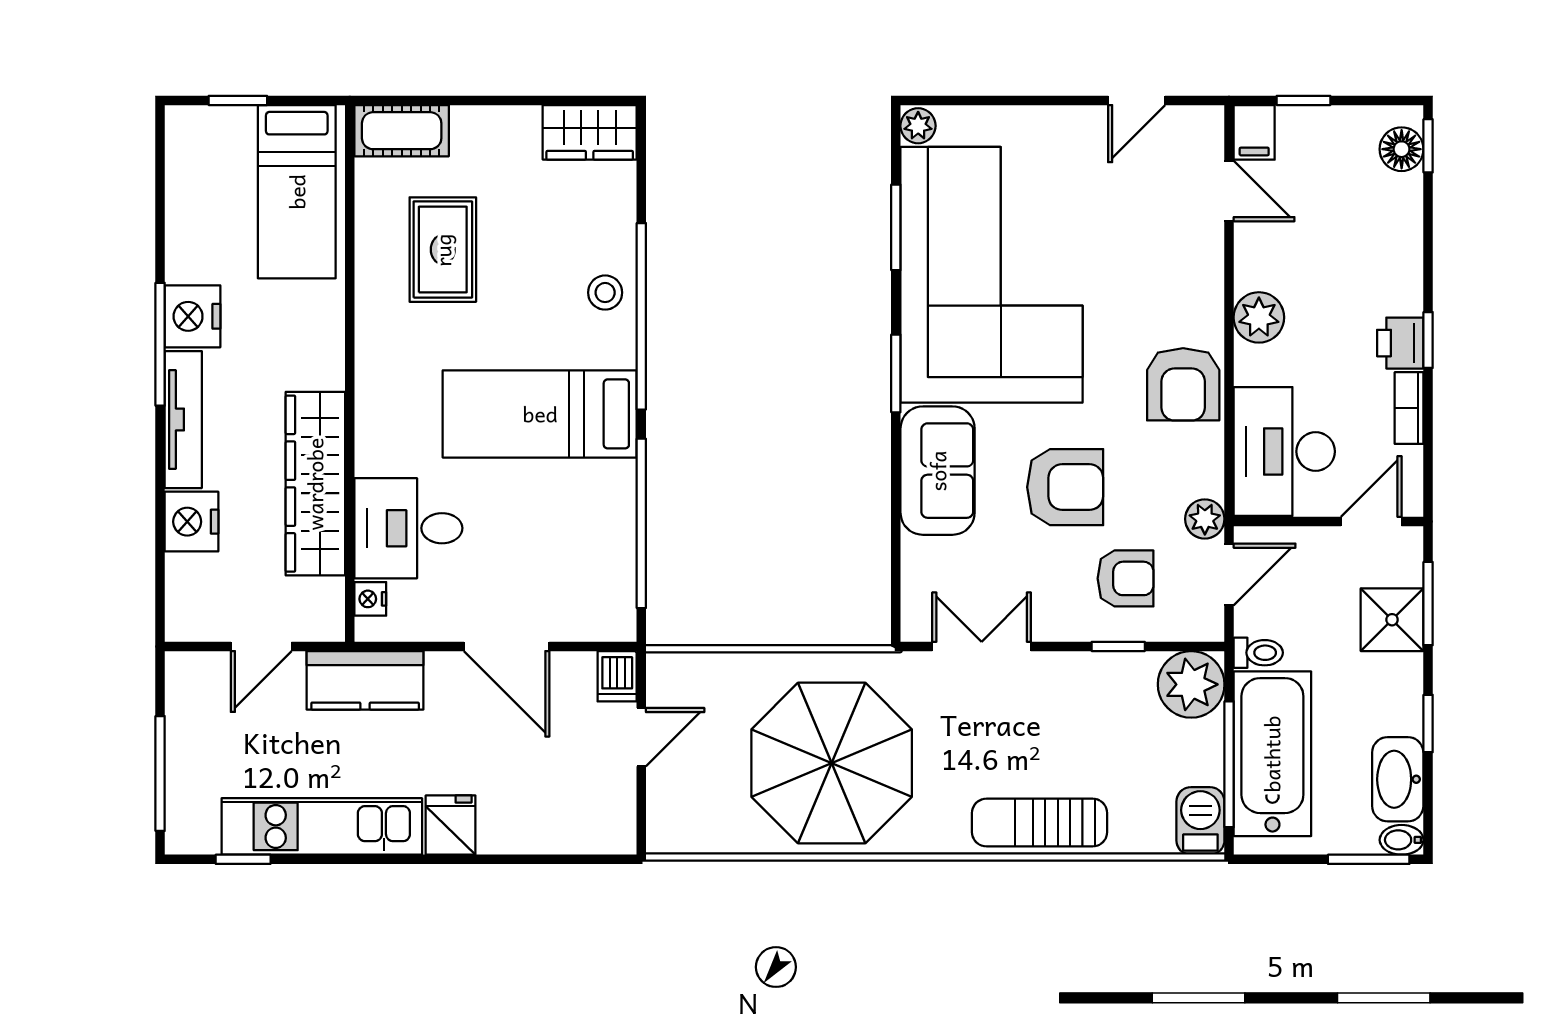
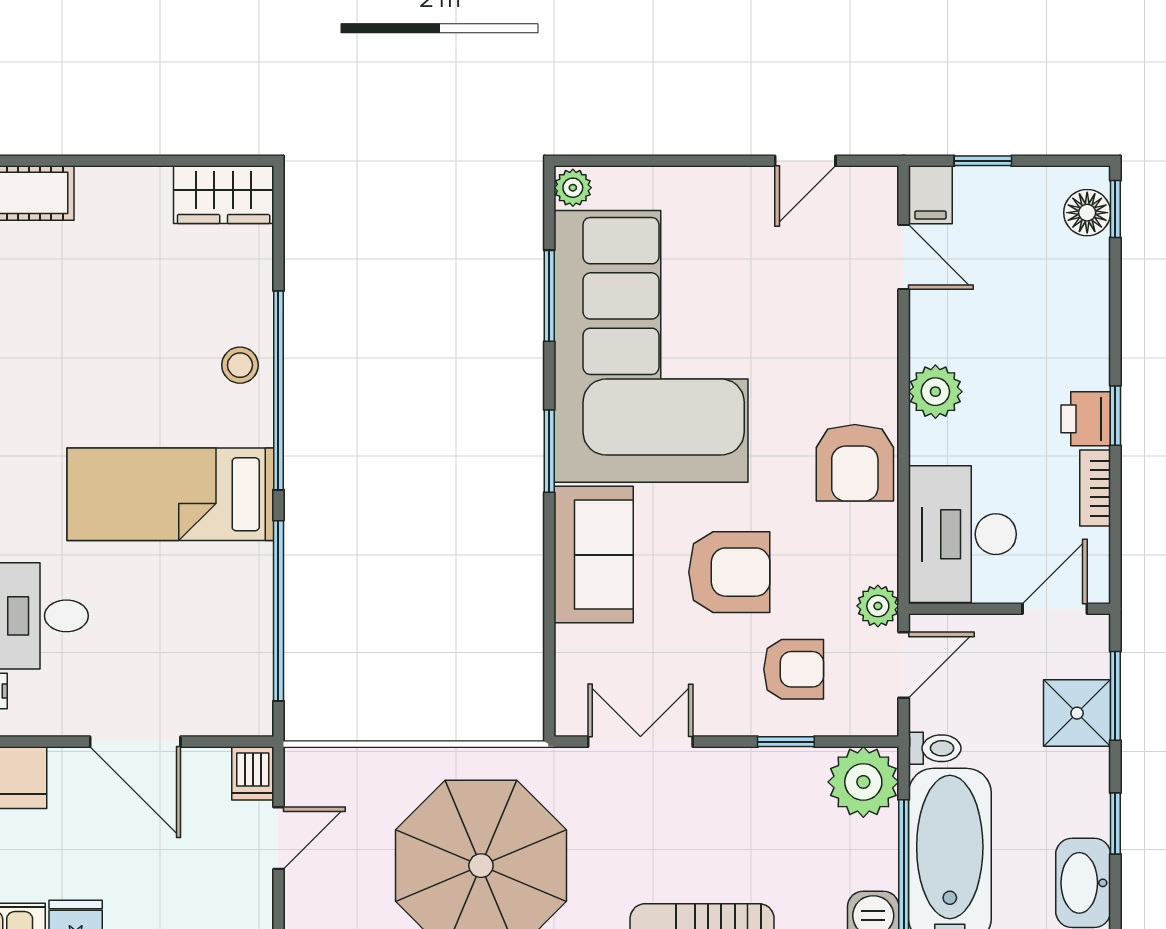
rug: (443, 250) -> (67, 319), removed

